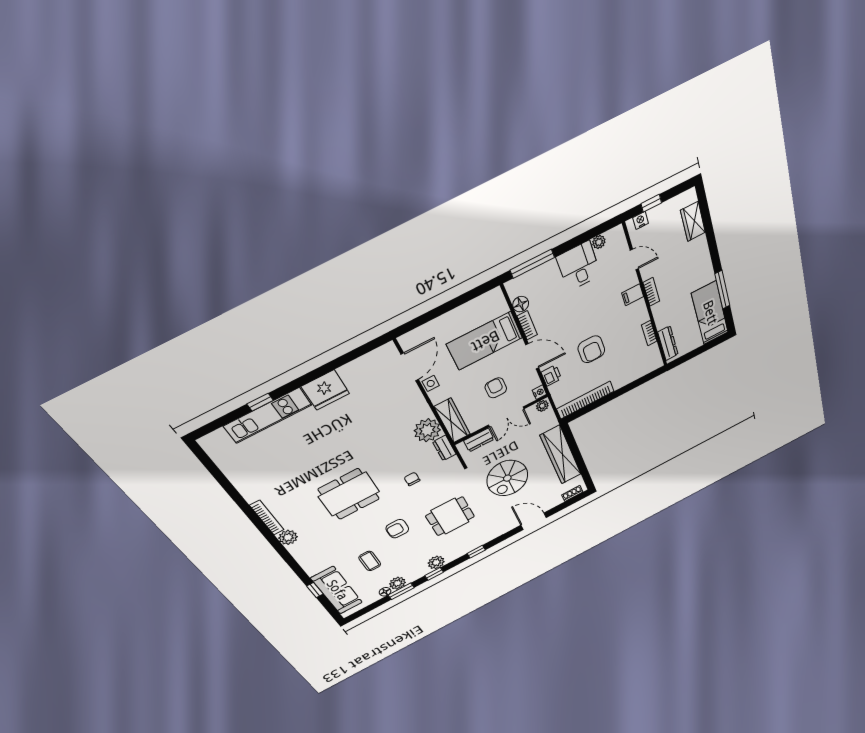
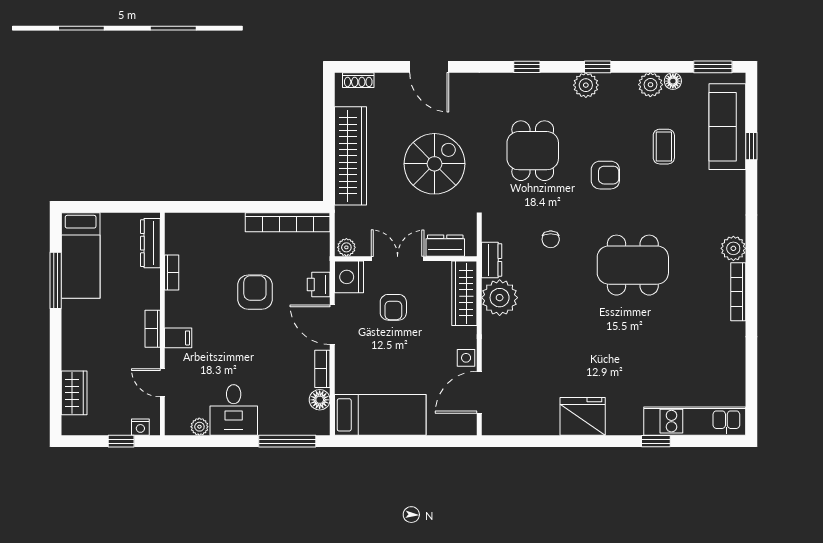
bed: (485, 341) -> (380, 415), moved
nightstand: (539, 392) -> (349, 277), width x1.89, depth x1.79
kitchen unit: (268, 415) -> (695, 421), moved
dining table: (450, 516) -> (533, 151), turned 90
window: (401, 591) -> (713, 67), moved

